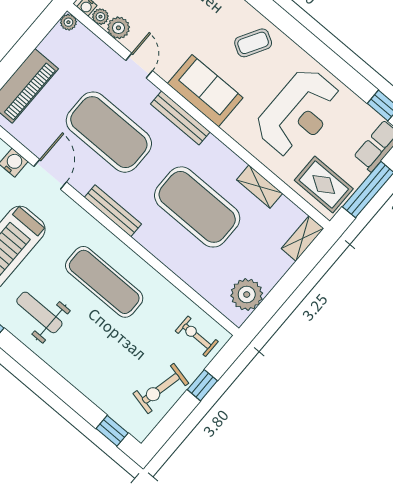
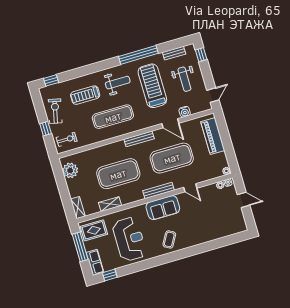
plant: (118, 28) -> (211, 189), removed
reception desk: (299, 113) -> (129, 239), turned 180
treadmill: (99, 355) -> (85, 95), added

